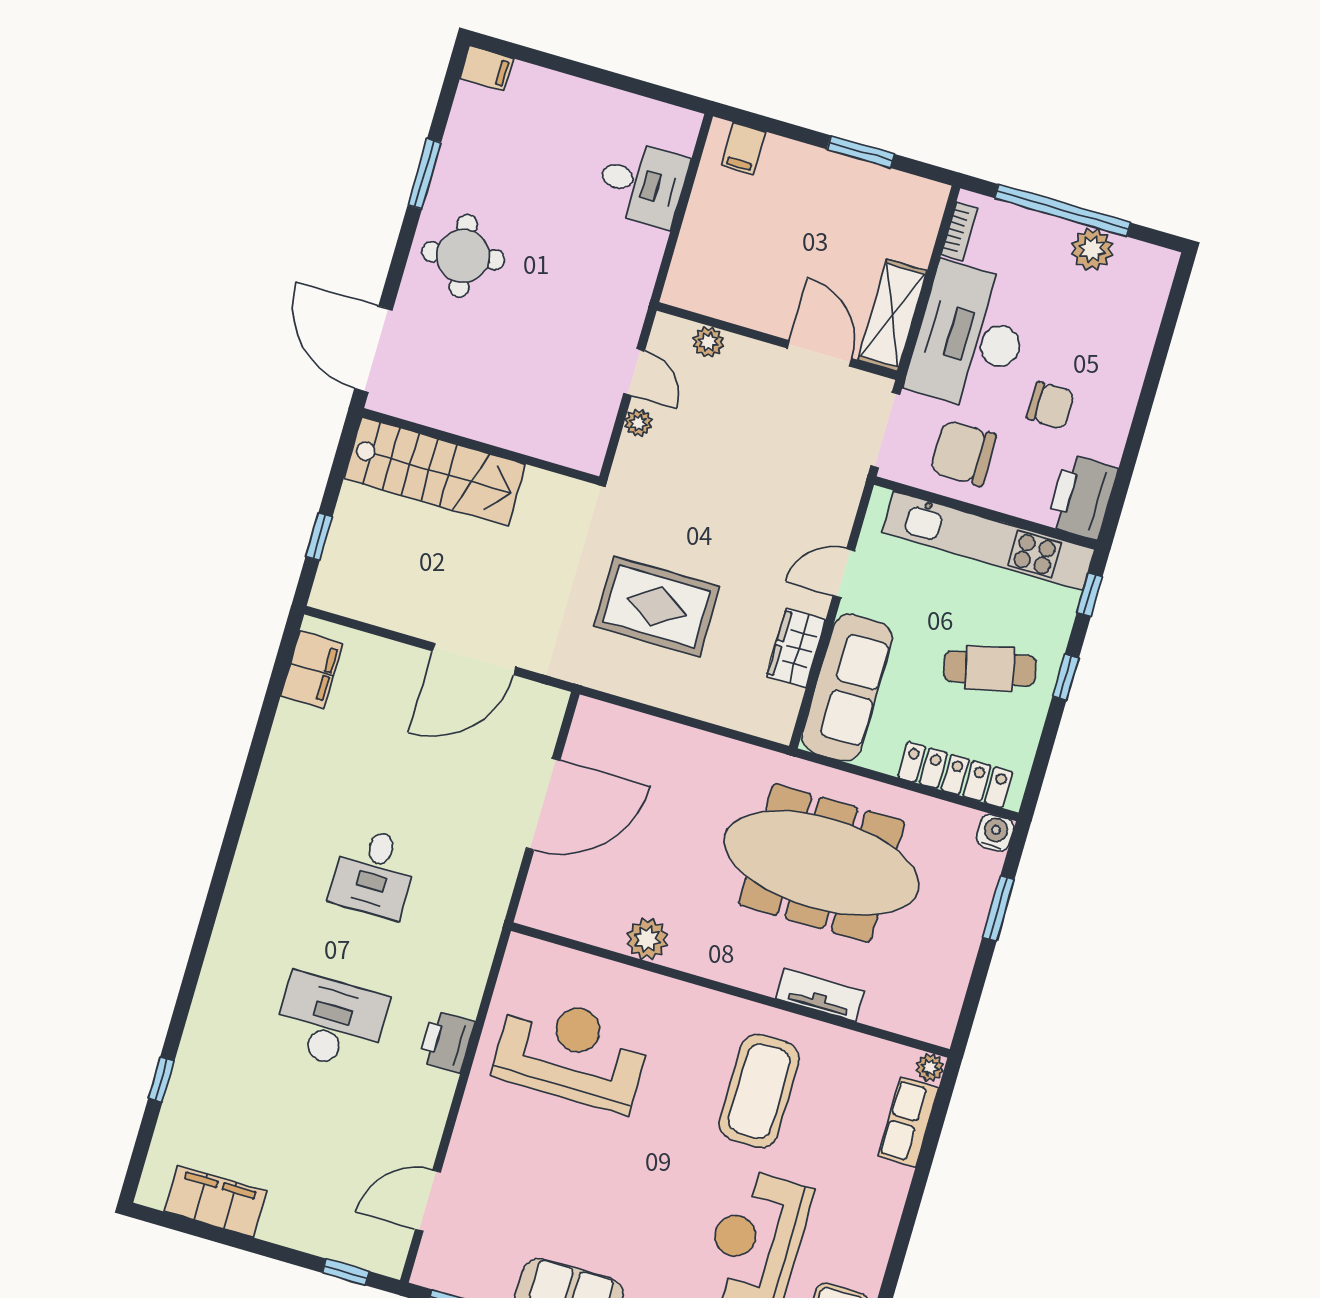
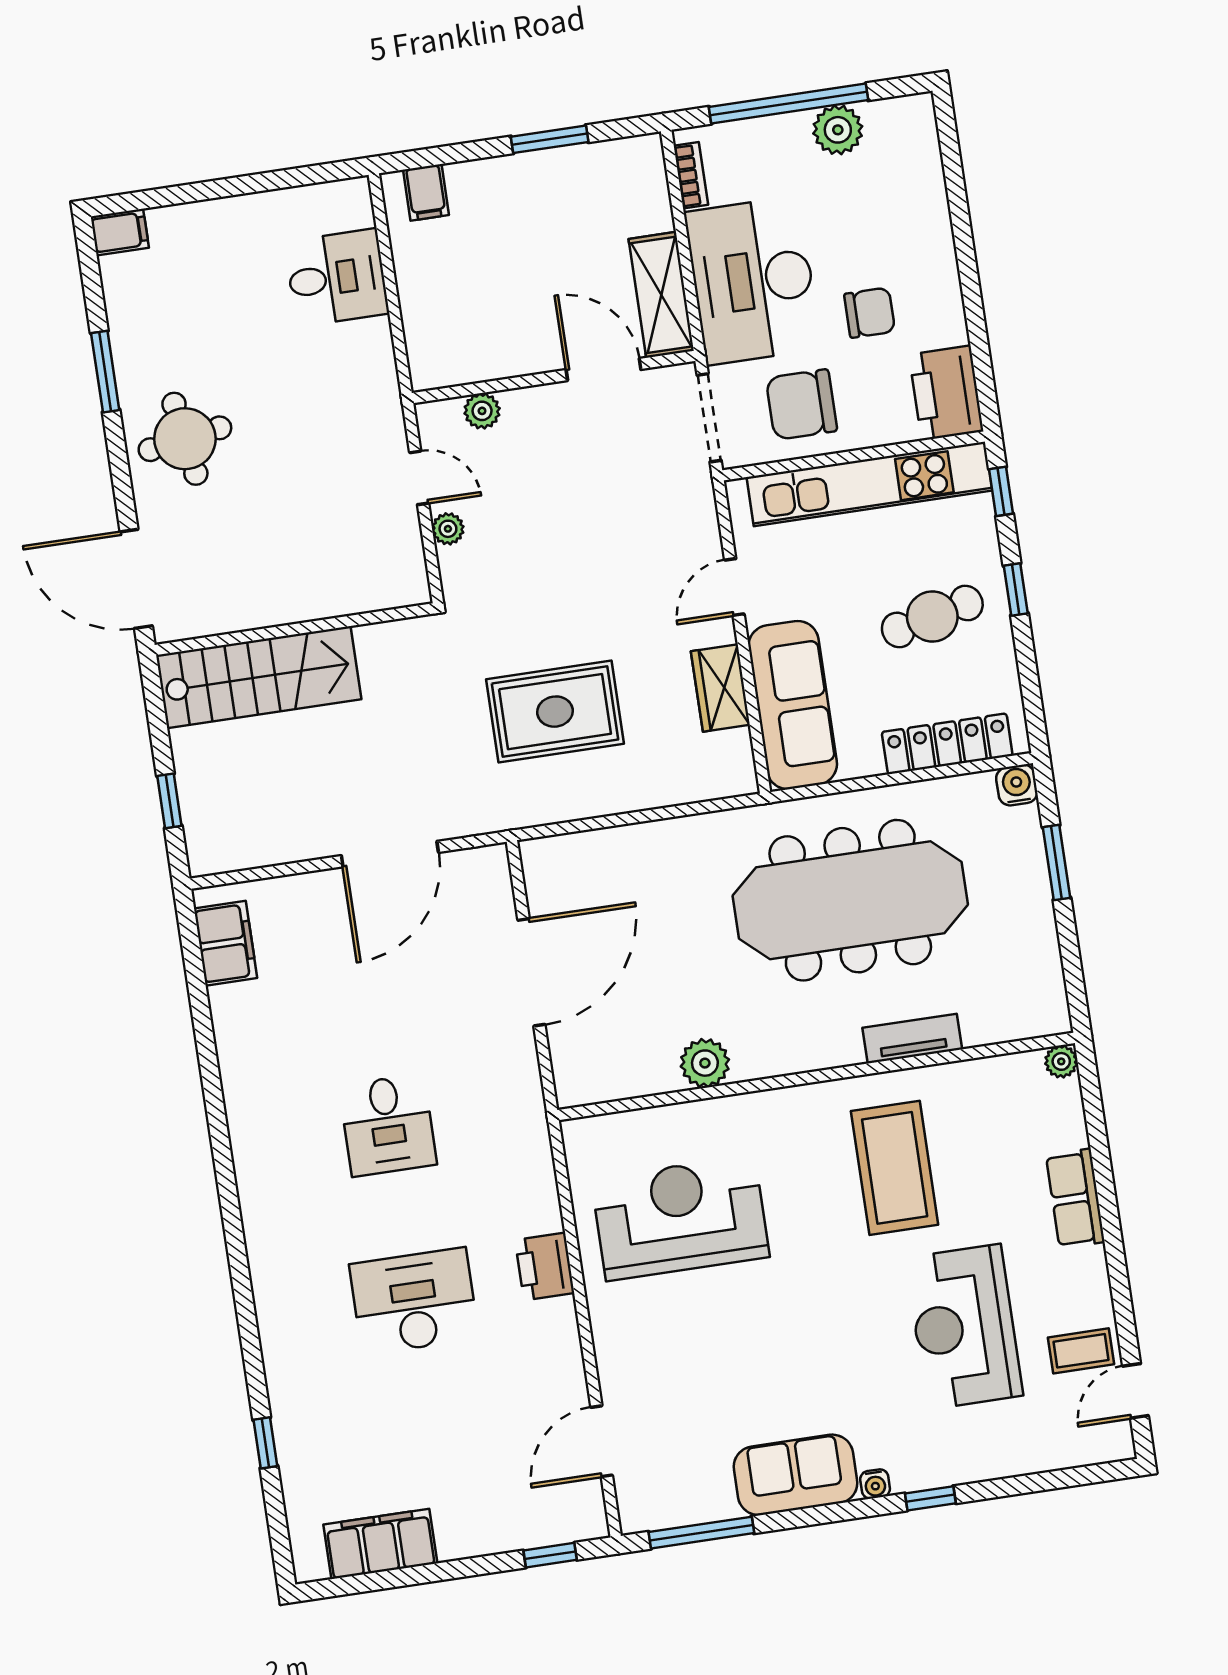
row of seats: (908, 1122) -> (1075, 1199), moved

